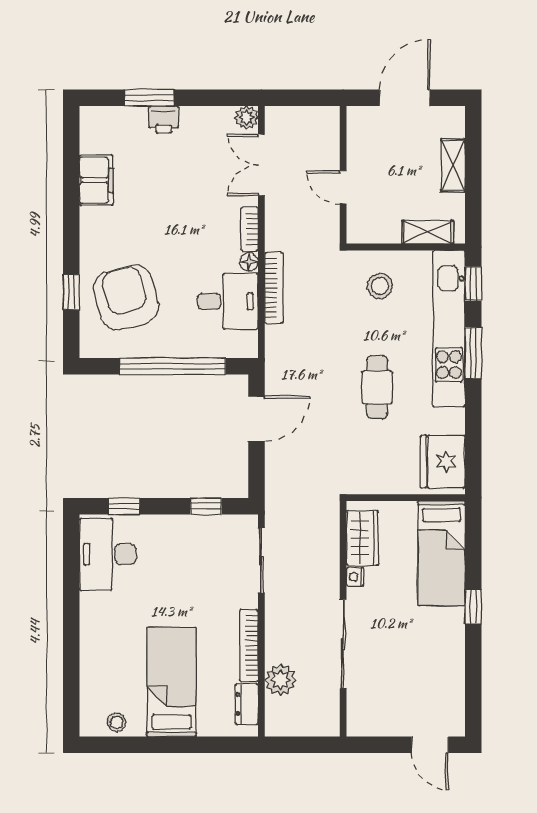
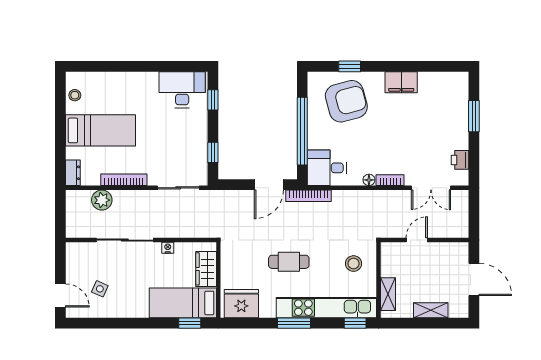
plant: (246, 118) -> (461, 178), removed
printer: (164, 119) -> (460, 160), moved
double door: (261, 165) -> (431, 188), swing flipped
filing cabinet: (96, 180) -> (401, 82), moved
bookcase: (274, 288) -> (309, 196), moved
desk: (228, 301) -> (327, 168), moved, turned 90
window: (473, 353) -> (294, 323), moved
door: (256, 419) -> (269, 185), hinge flipped
wardrobe: (362, 538) -> (206, 269), moved, turned 90
window: (473, 607) -> (190, 323), moved
side table: (419, 683) -> (100, 289), added
dresser: (247, 704) -> (73, 173), moved, turned 90
door: (430, 745) -> (60, 296), swing flipped

